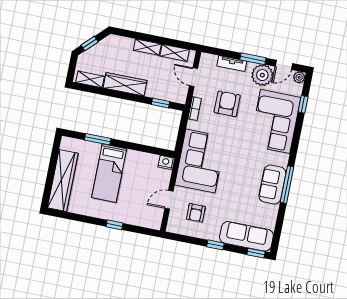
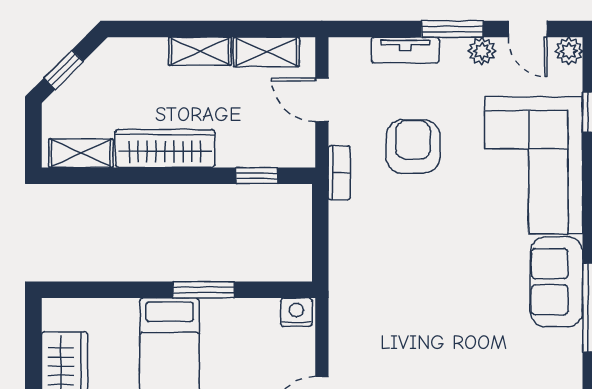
door: (284, 65) -> (528, 29), hinge flipped
plant: (262, 75) -> (482, 51), width x0.53, depth x0.53
window: (98, 139) -> (204, 290), moved
corner sofa: (200, 161) -> (377, 293), removed
sofa: (272, 185) -> (556, 282), moved

